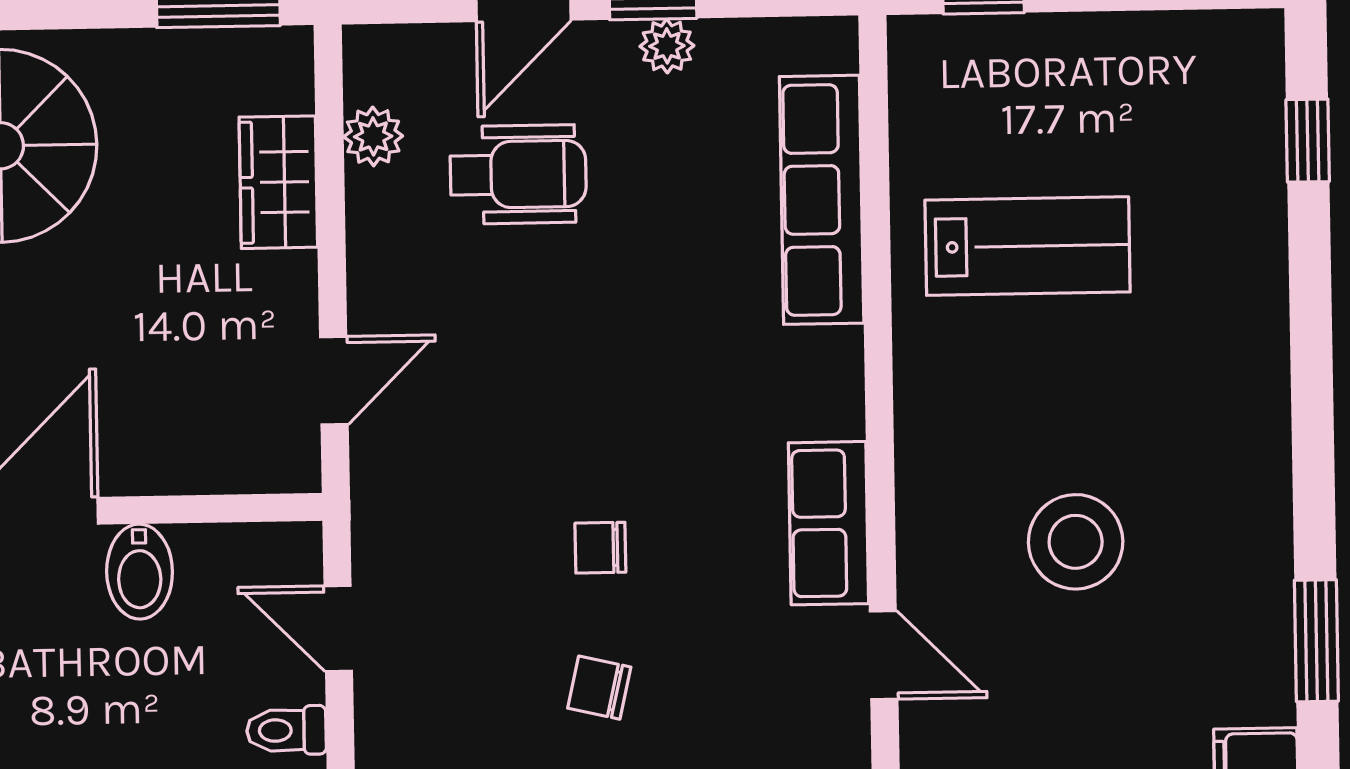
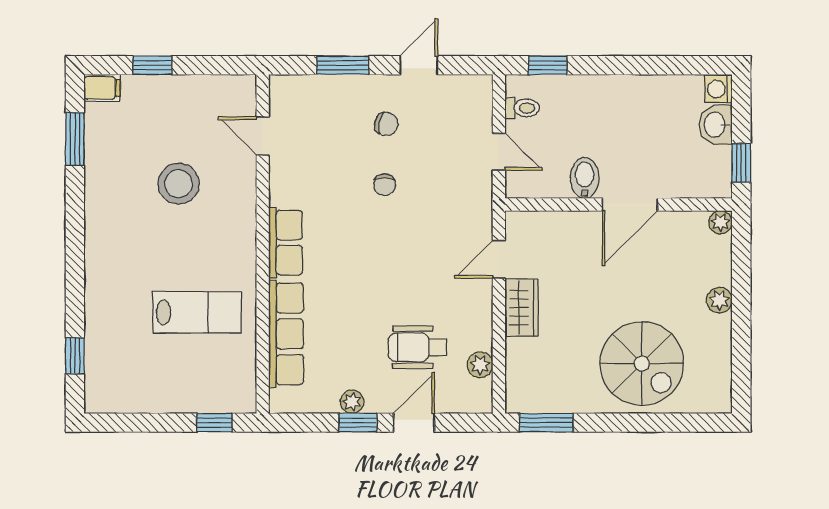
wardrobe: (278, 182) -> (522, 308), moved
lab bench: (1028, 246) -> (197, 312), turned 180
row of seats: (829, 523) -> (286, 243), moved
chair: (600, 548) -> (385, 185), turned 90

